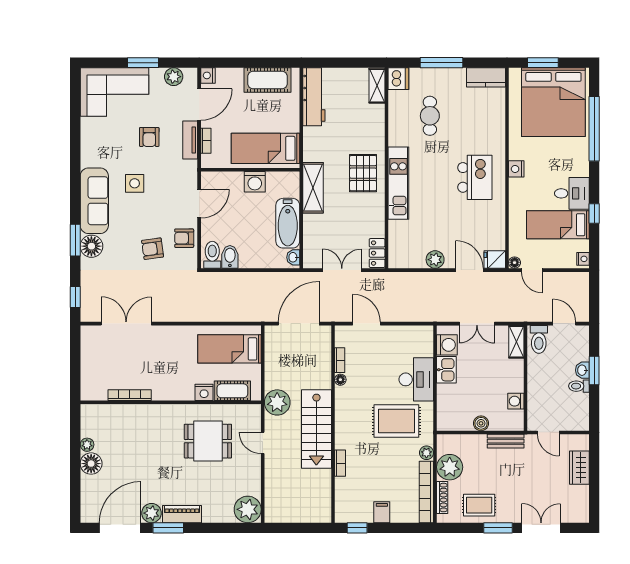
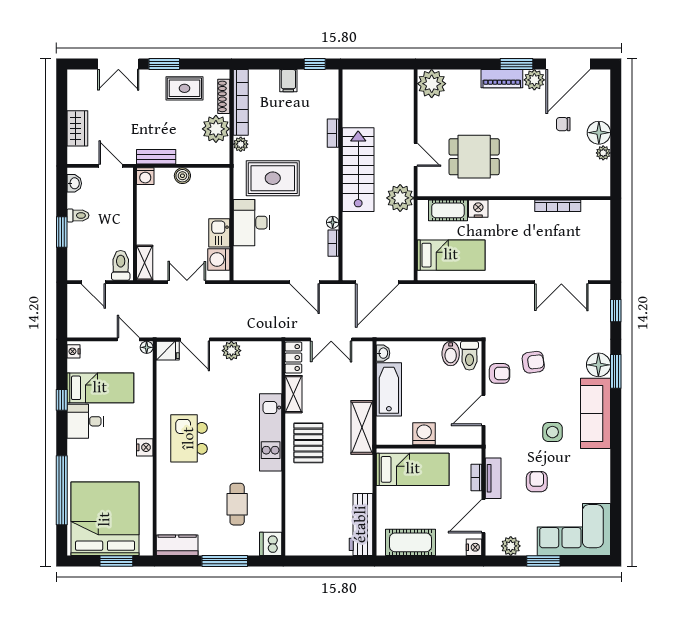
shelving: (377, 86) -> (294, 394), moved
washbasin: (582, 370) -> (74, 183), moved
washing machine: (516, 401) -> (145, 176), moved, turned 90
chair: (124, 472) -> (563, 124), added

